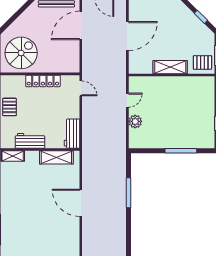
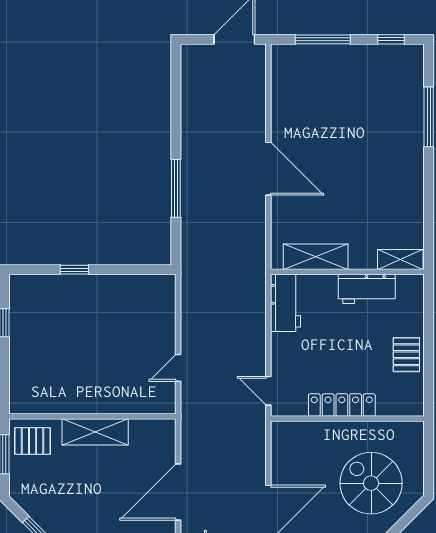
spiral stairs: (21, 53) -> (371, 483), moved, turned 90
plant: (135, 121) -> (163, 326), removed
window: (181, 151) -> (74, 270), width x0.46

